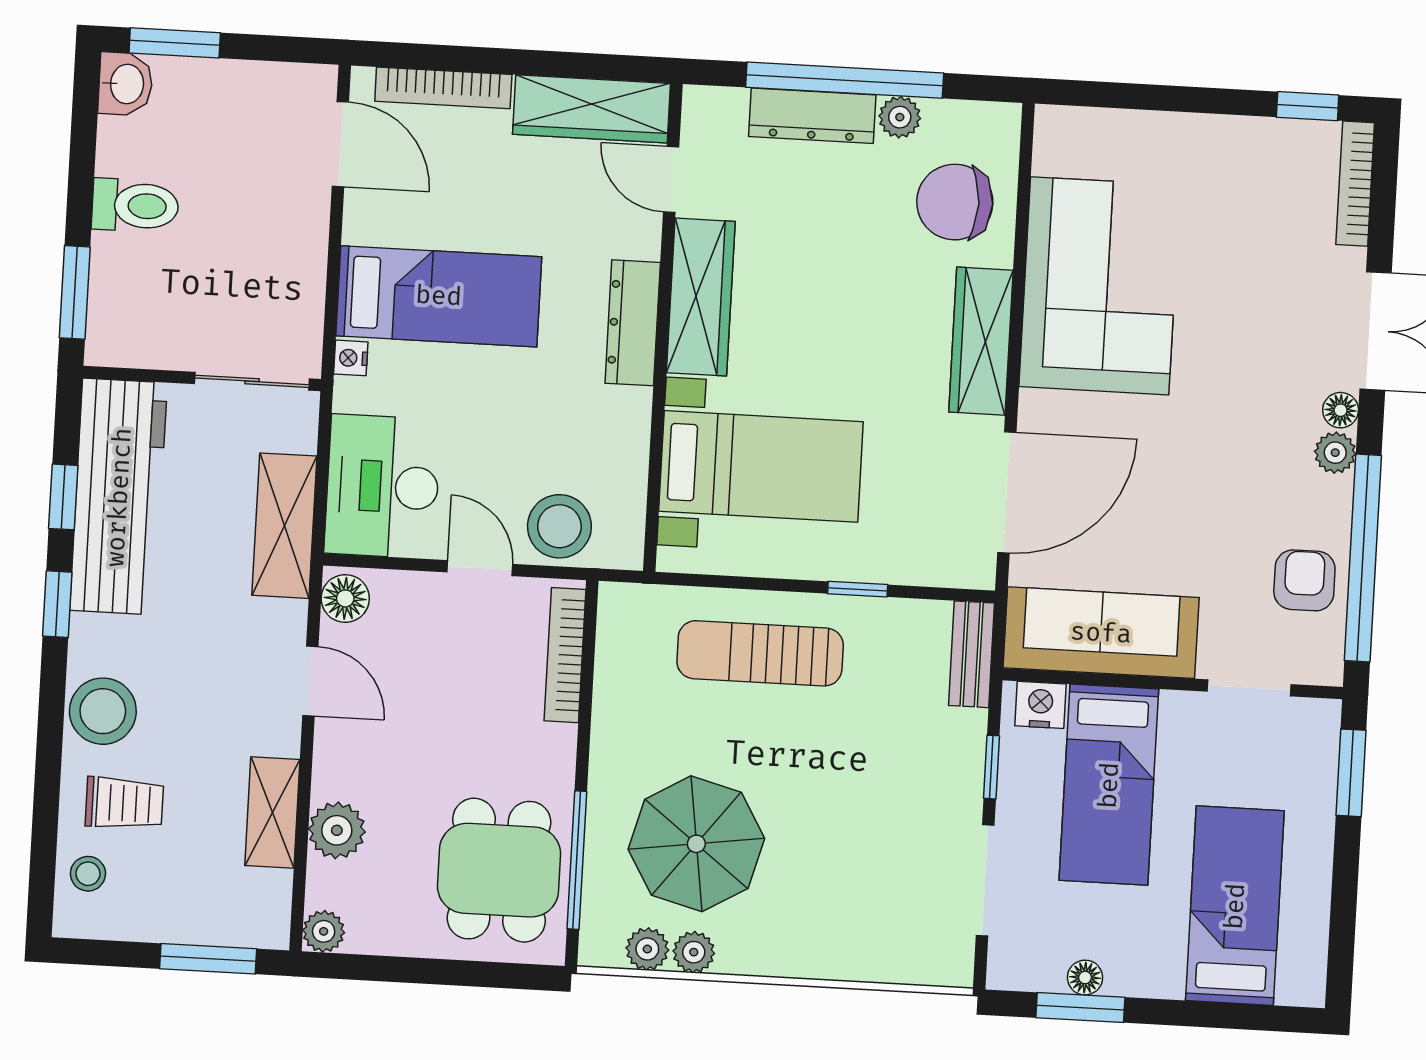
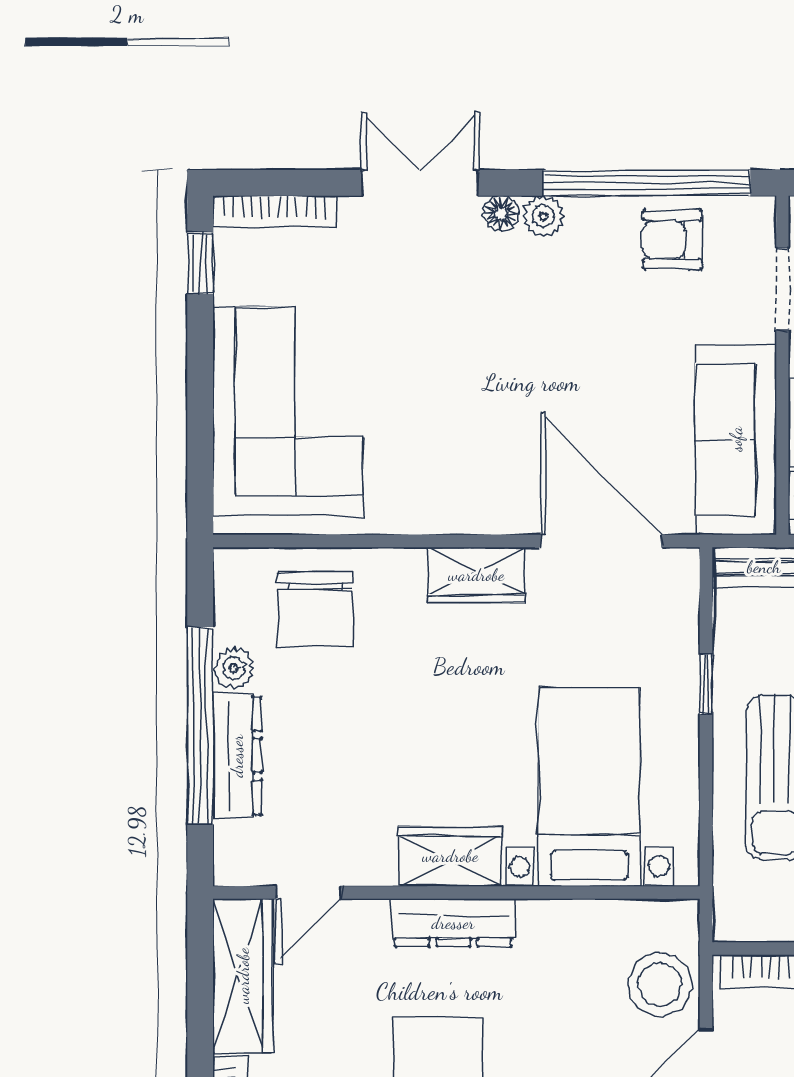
corner sofa: (1100, 286) -> (288, 412), moved, turned 90
wardrobe: (701, 297) -> (450, 856), width x0.67
wardrobe: (981, 341) -> (476, 575), width x0.67

